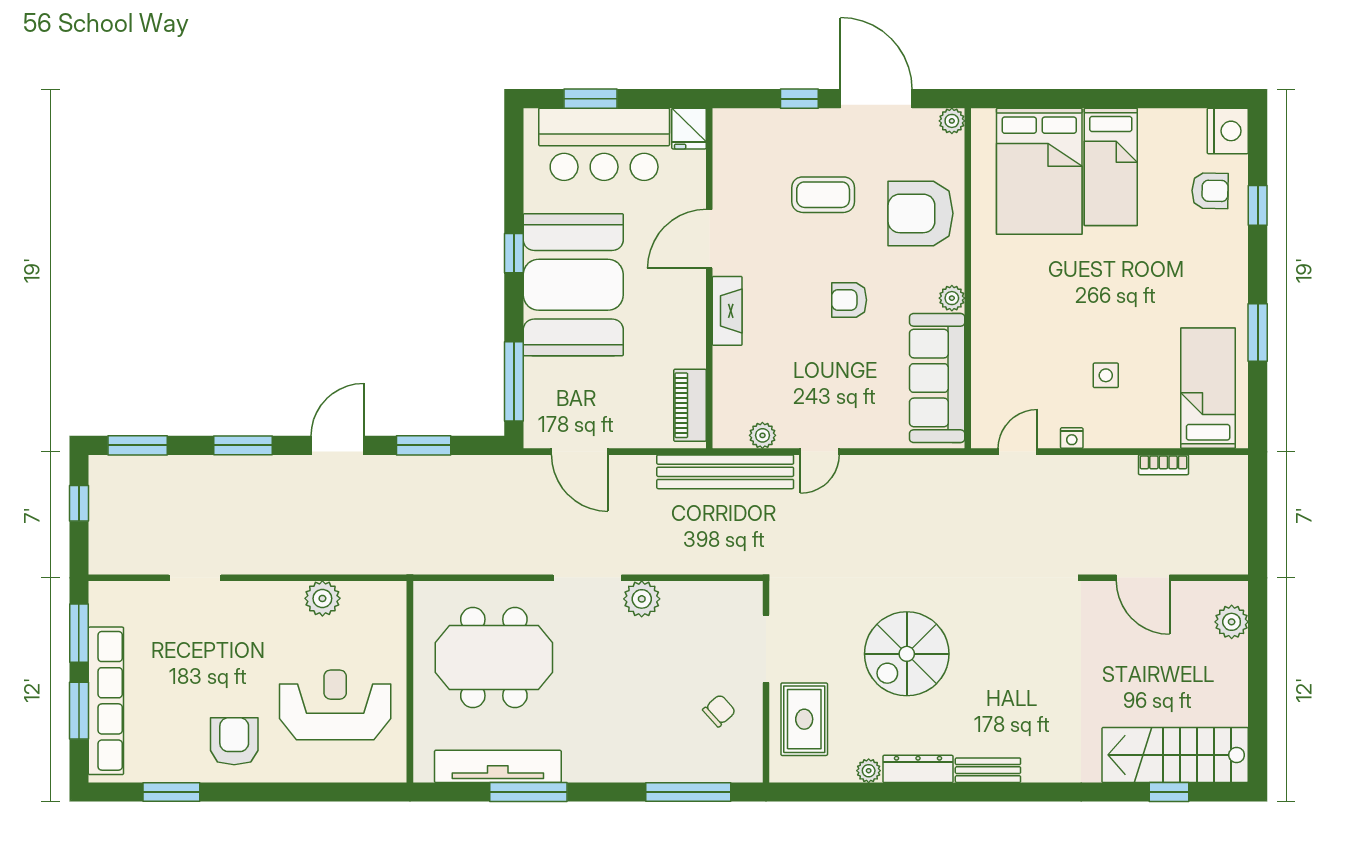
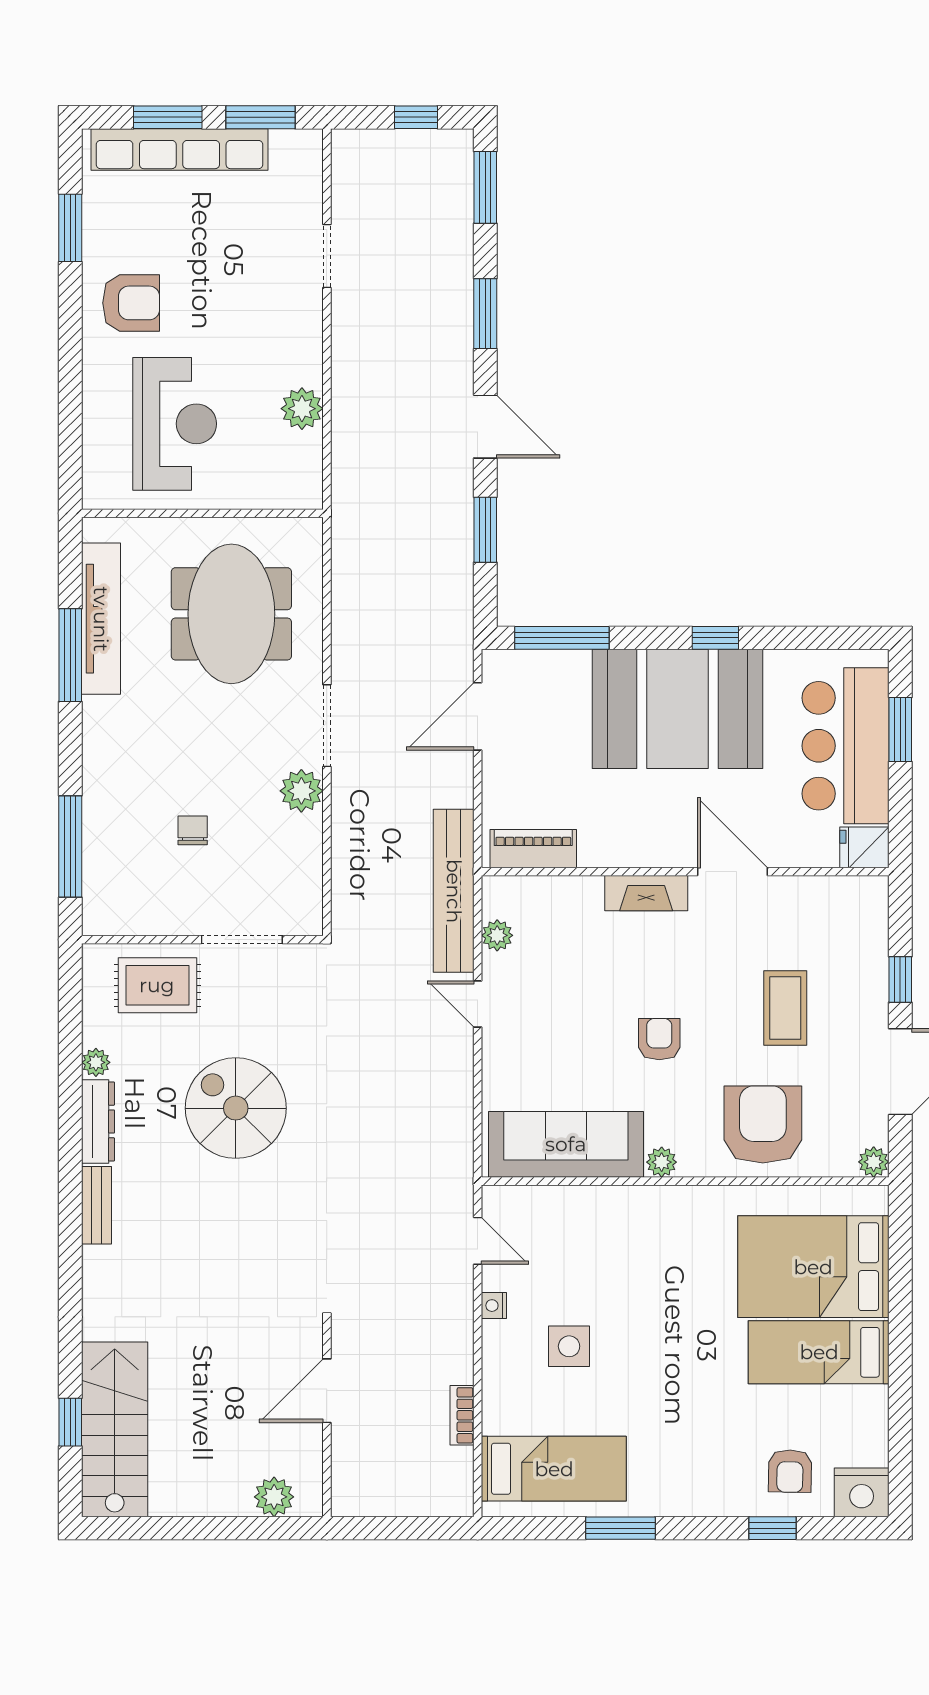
side table: (1106, 375) -> (569, 1346), width x1.37, depth x1.37
chair: (719, 711) -> (193, 830), moved, turned -138

